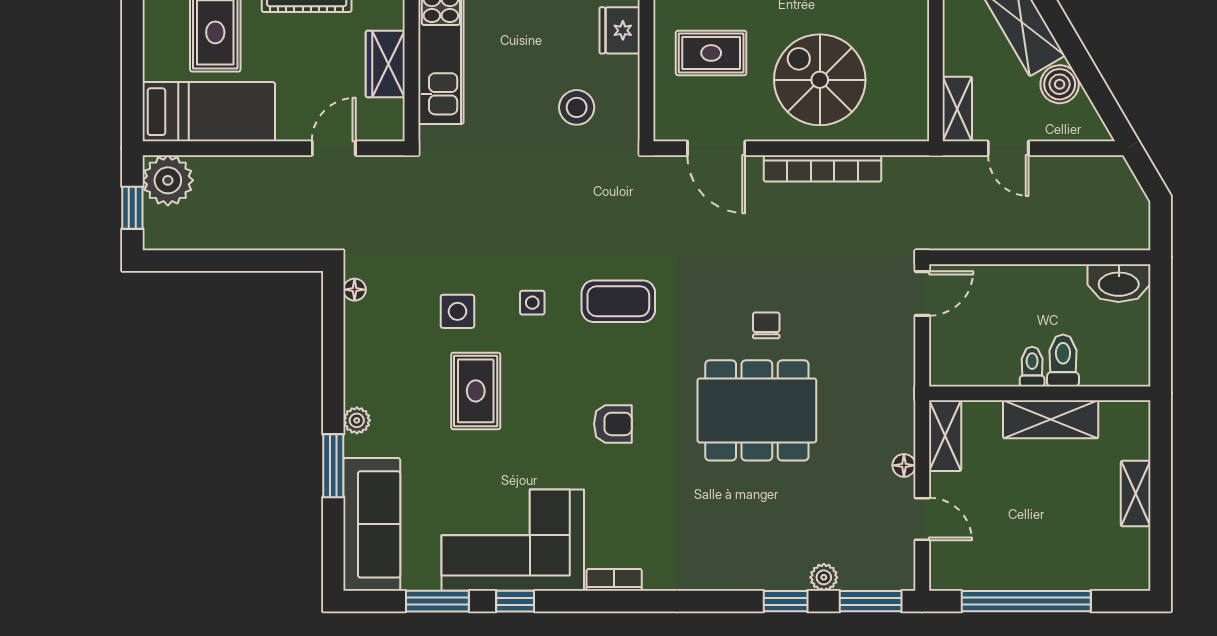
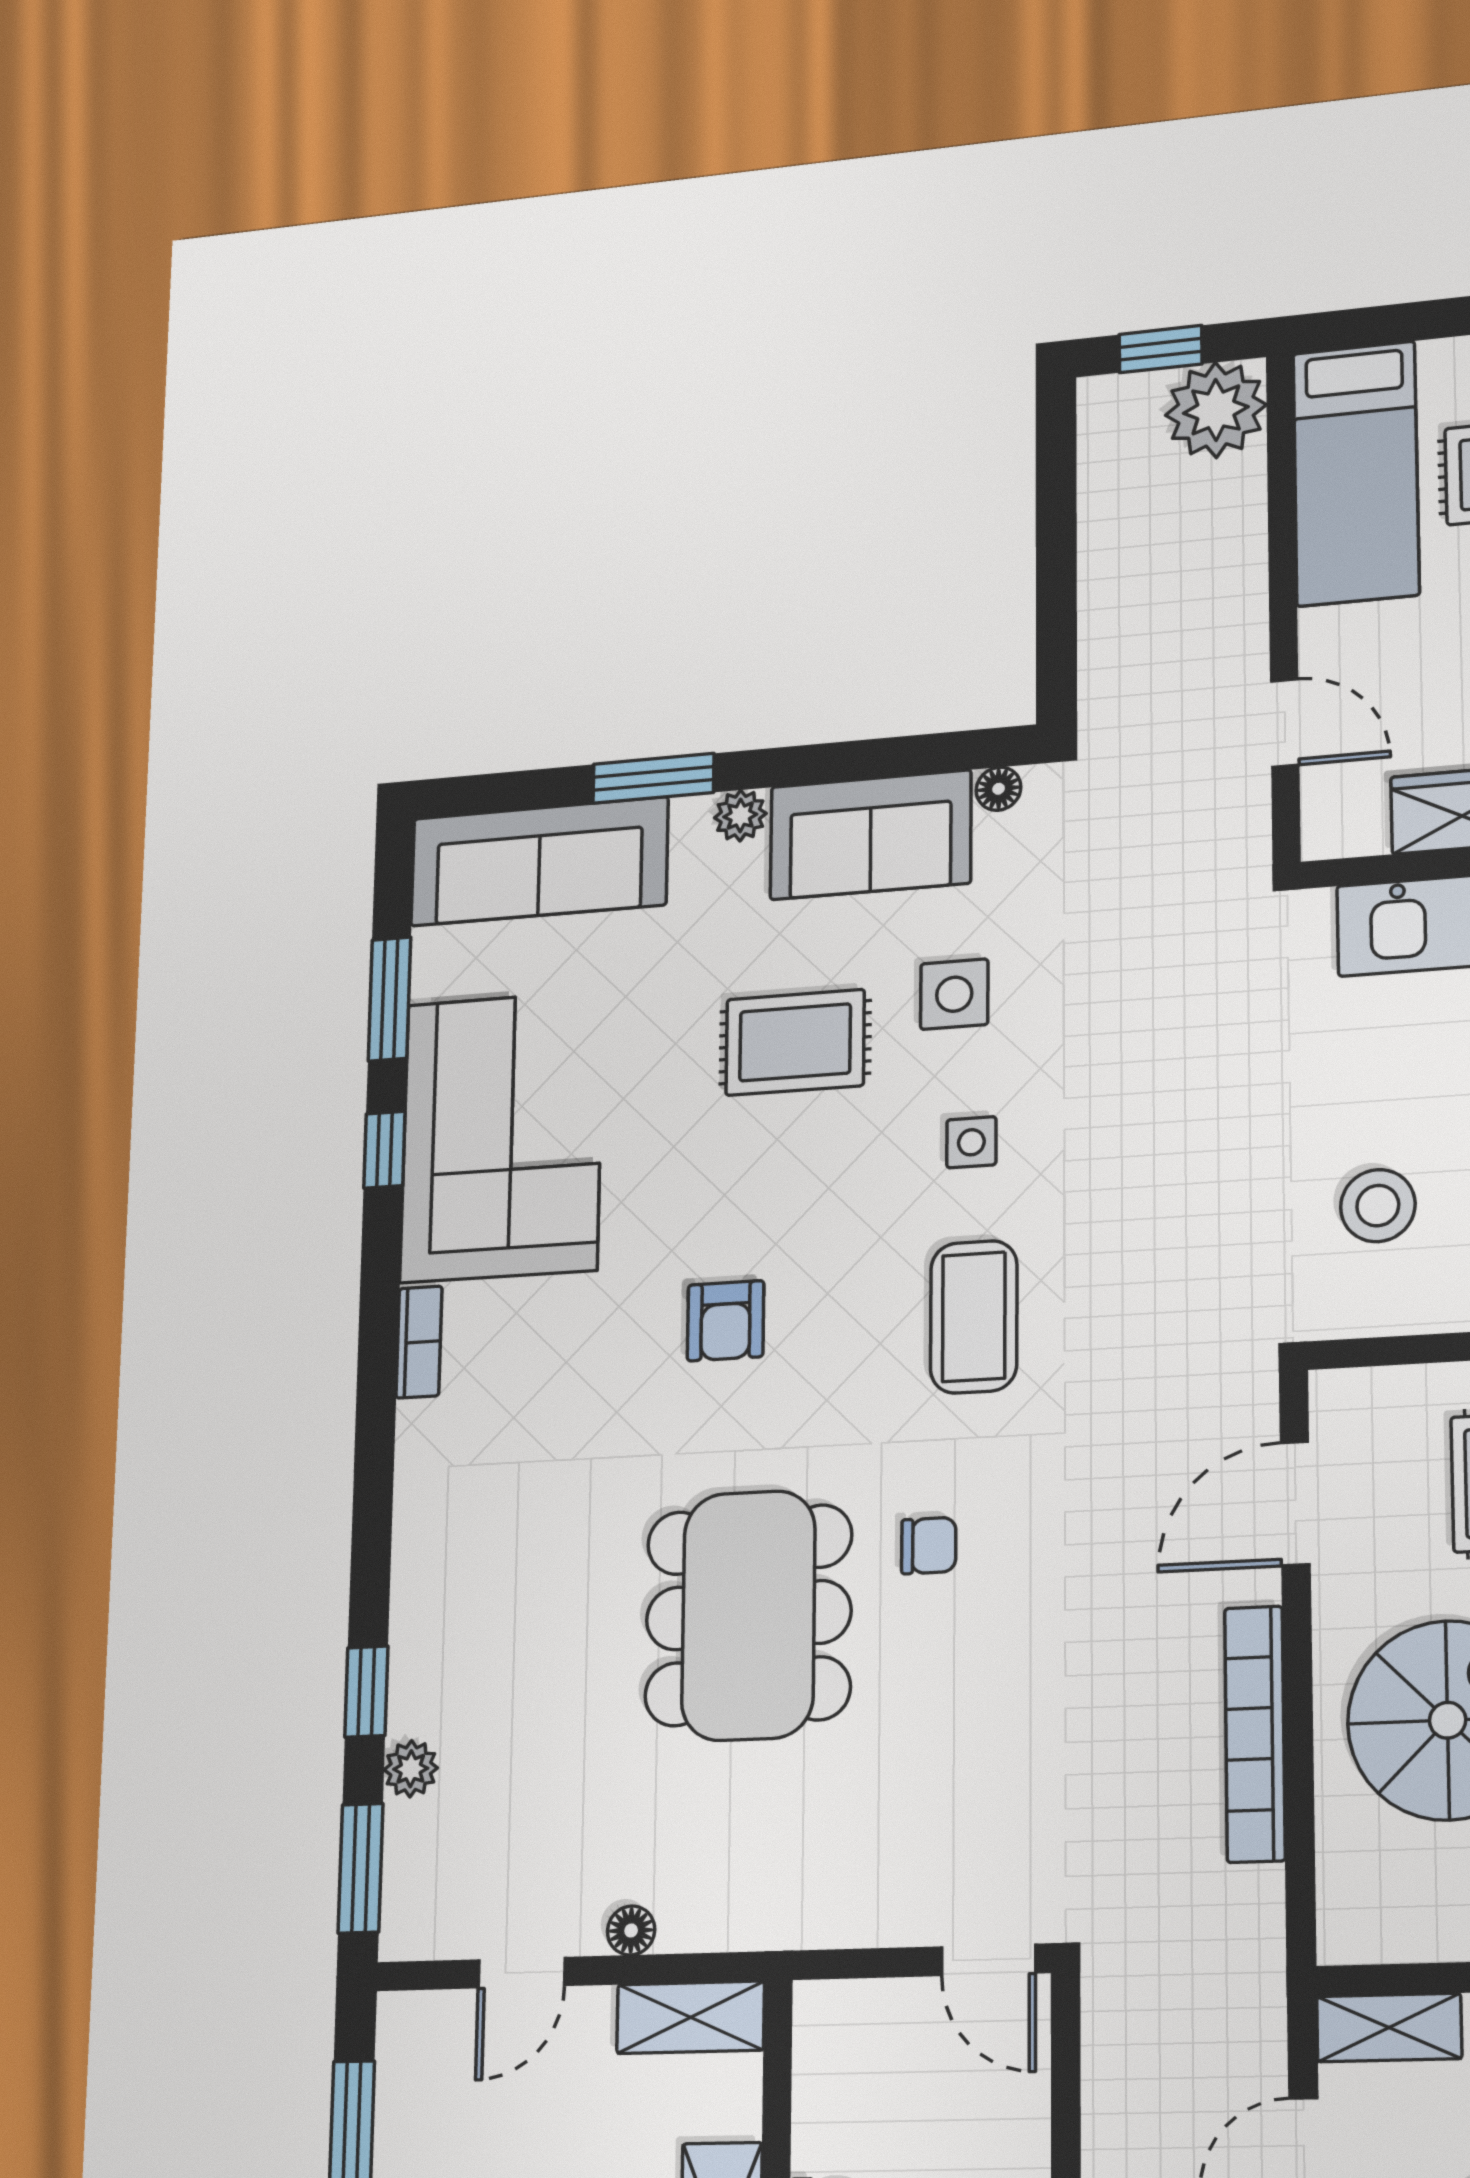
chair: (766, 325) -> (929, 1546), moved
sofa: (373, 354) -> (870, 835), added

